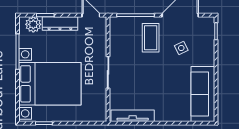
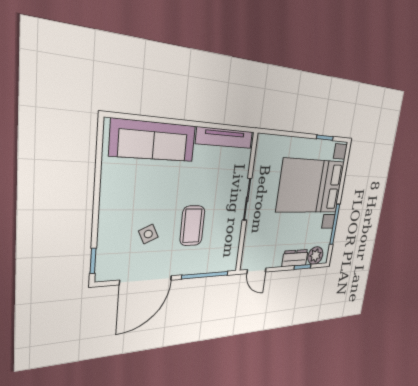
dresser: (60, 23) -> (295, 258), width x0.70
coffee table: (151, 38) -> (192, 226), moved
sofa: (203, 94) -> (154, 141), moved, turned 90

